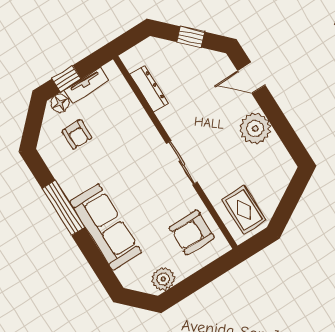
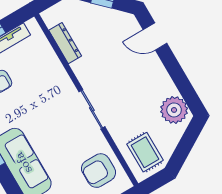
plant: (255, 129) -> (174, 110), moved

